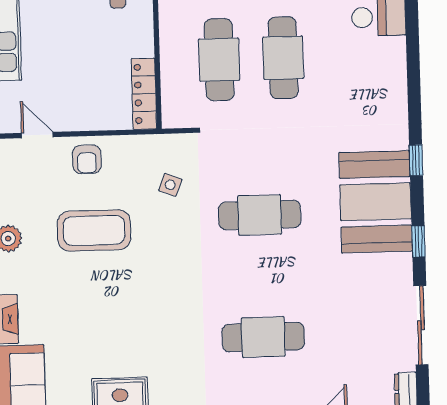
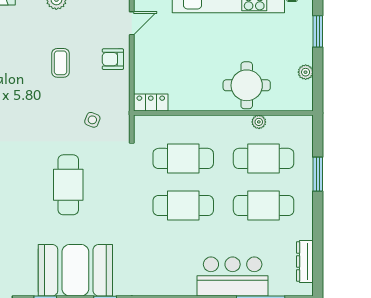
locker: (144, 94) -> (151, 102), width x0.66
coffee table: (94, 230) -> (60, 63), width x0.54, depth x0.58

